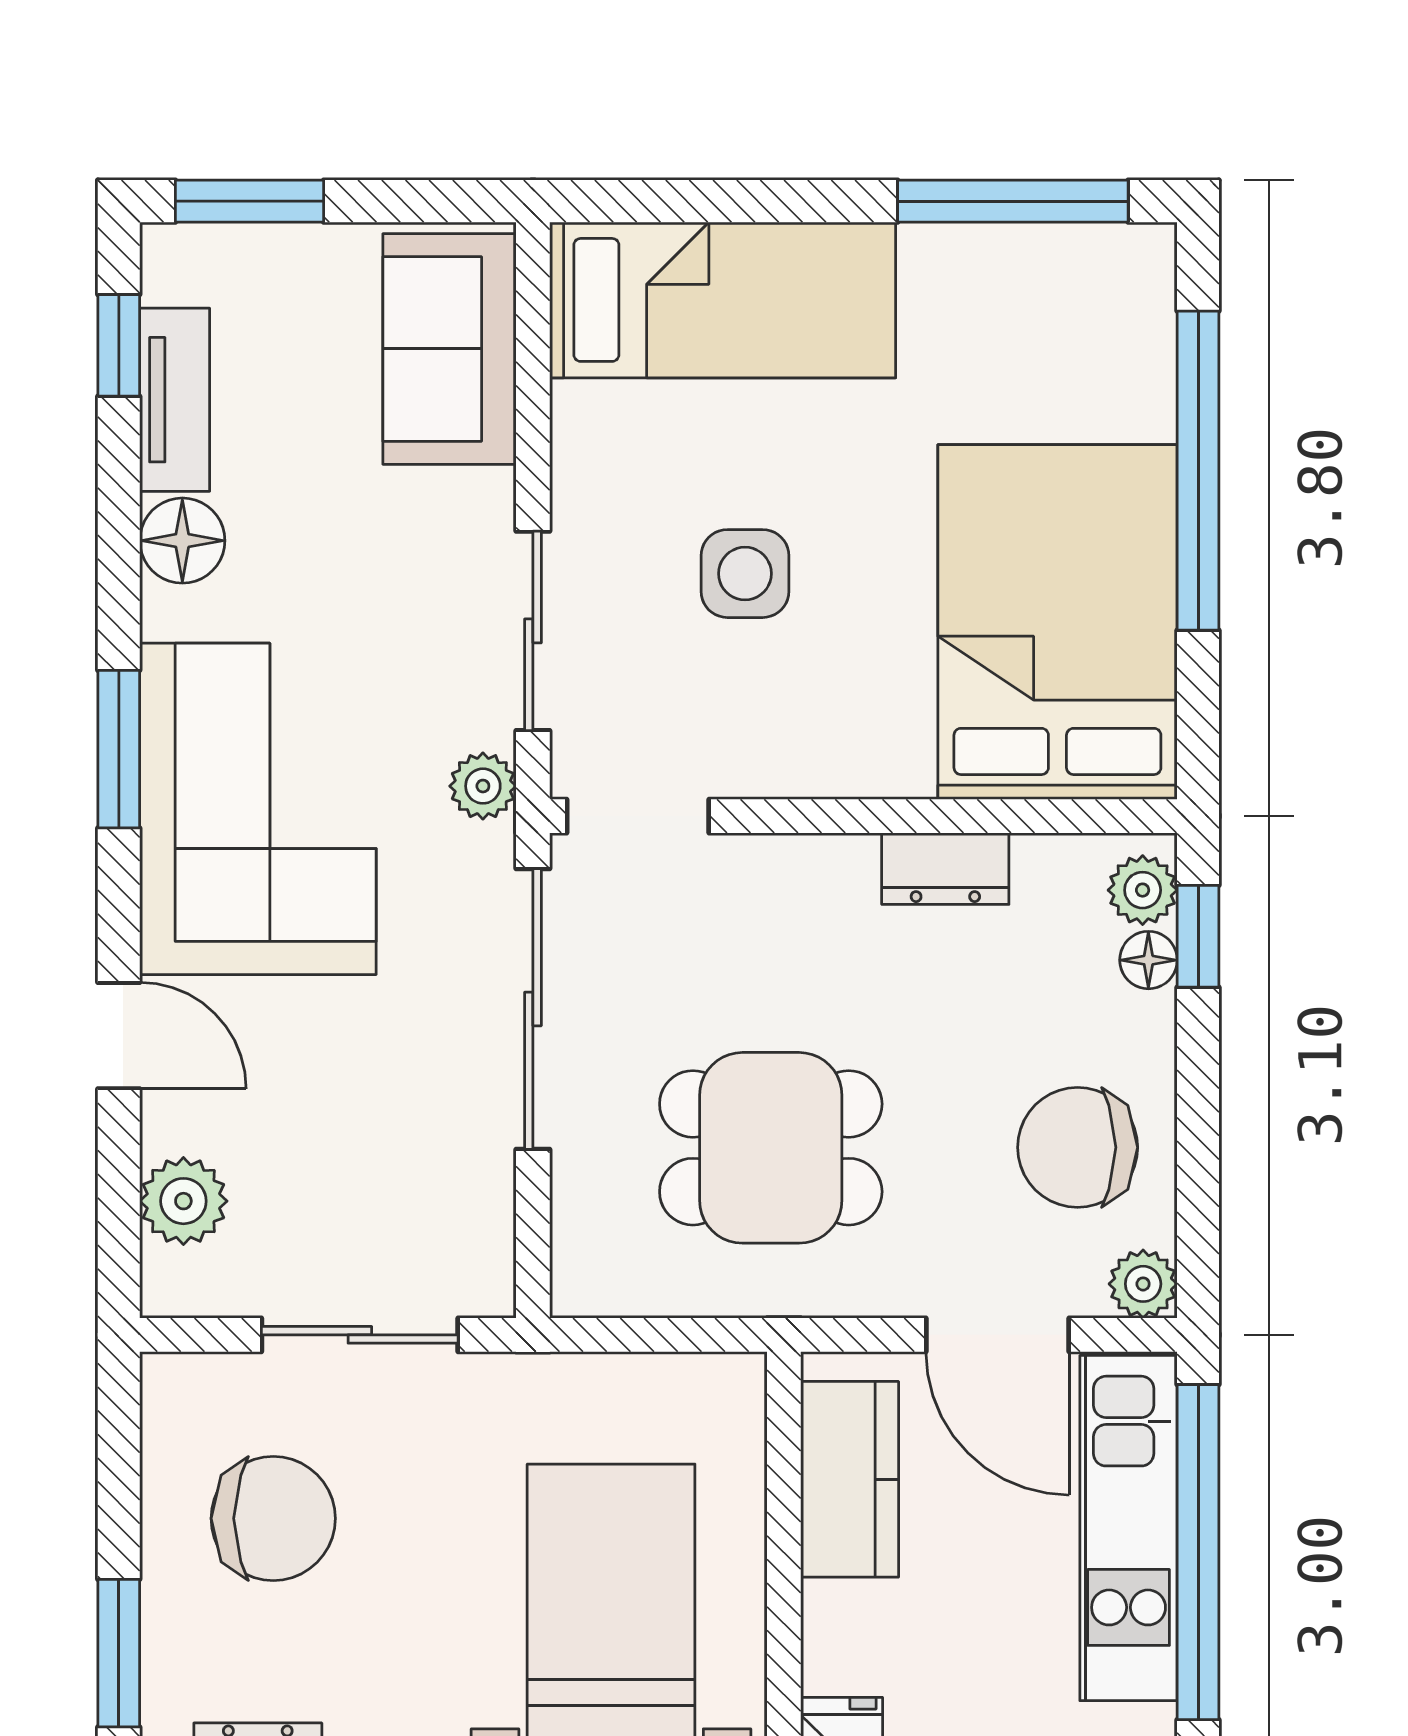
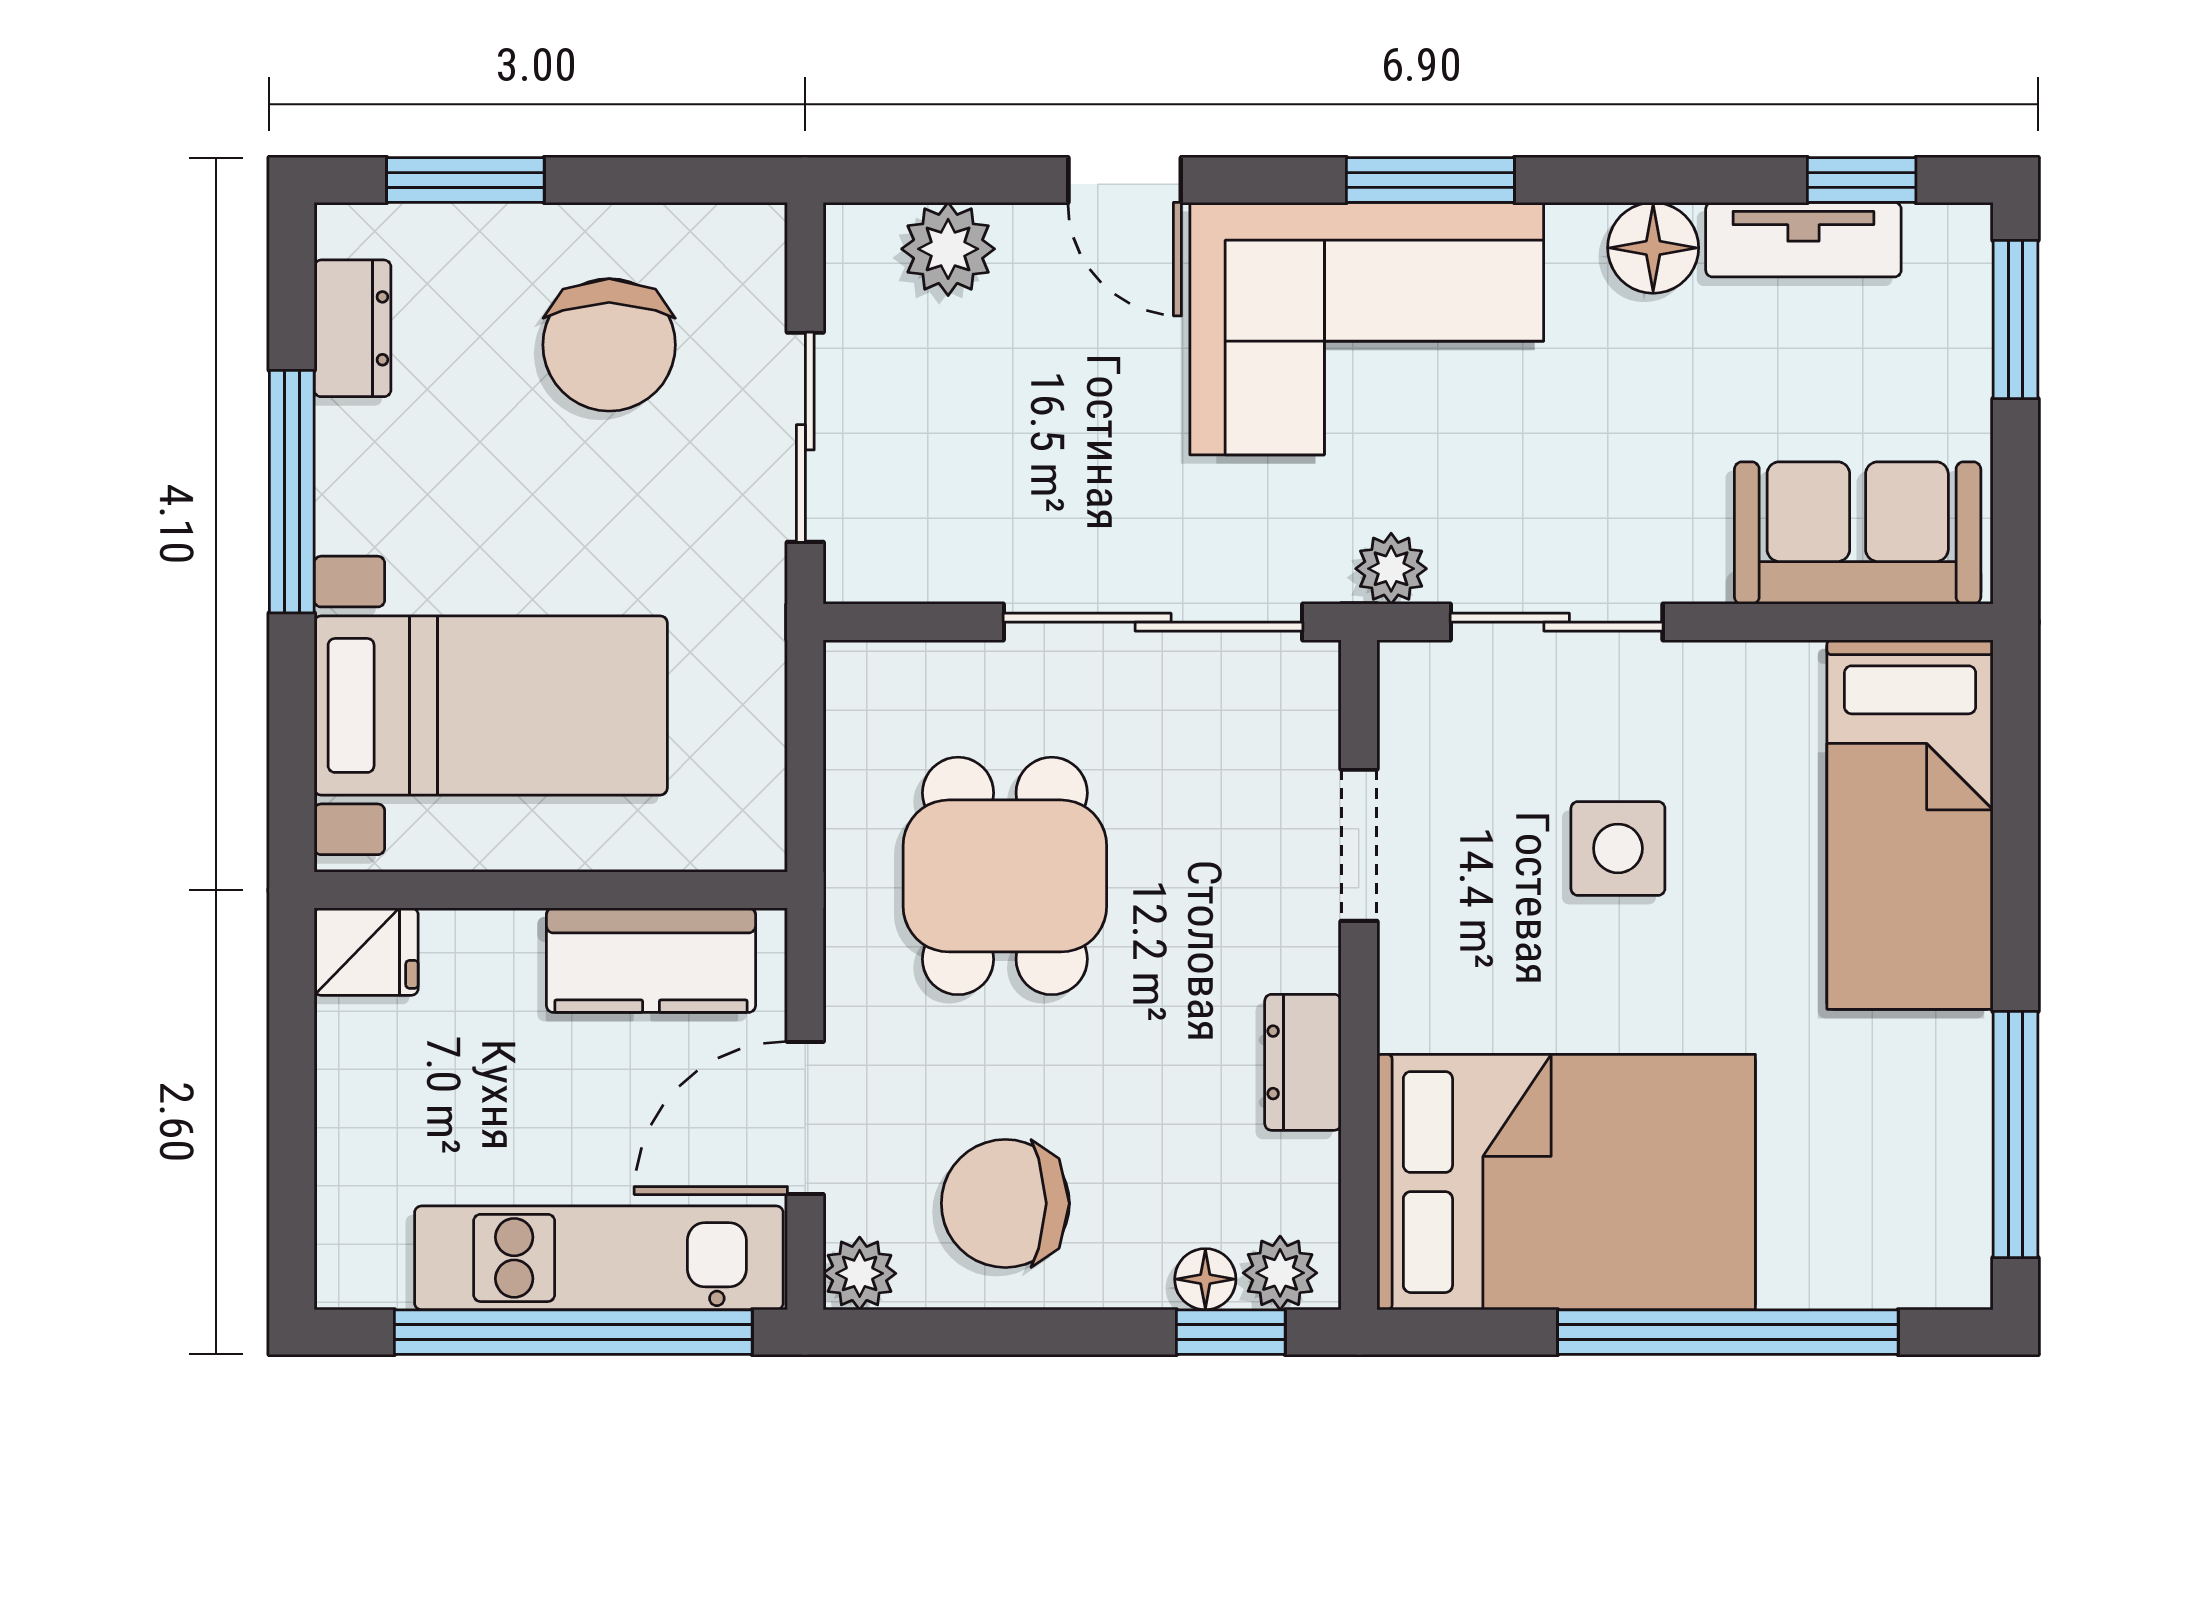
doorway: (638, 816) -> (1359, 845), moved
door: (119, 1036) -> (1125, 180), hinge flipped
chair: (1078, 1147) -> (1005, 1203), turned -90

